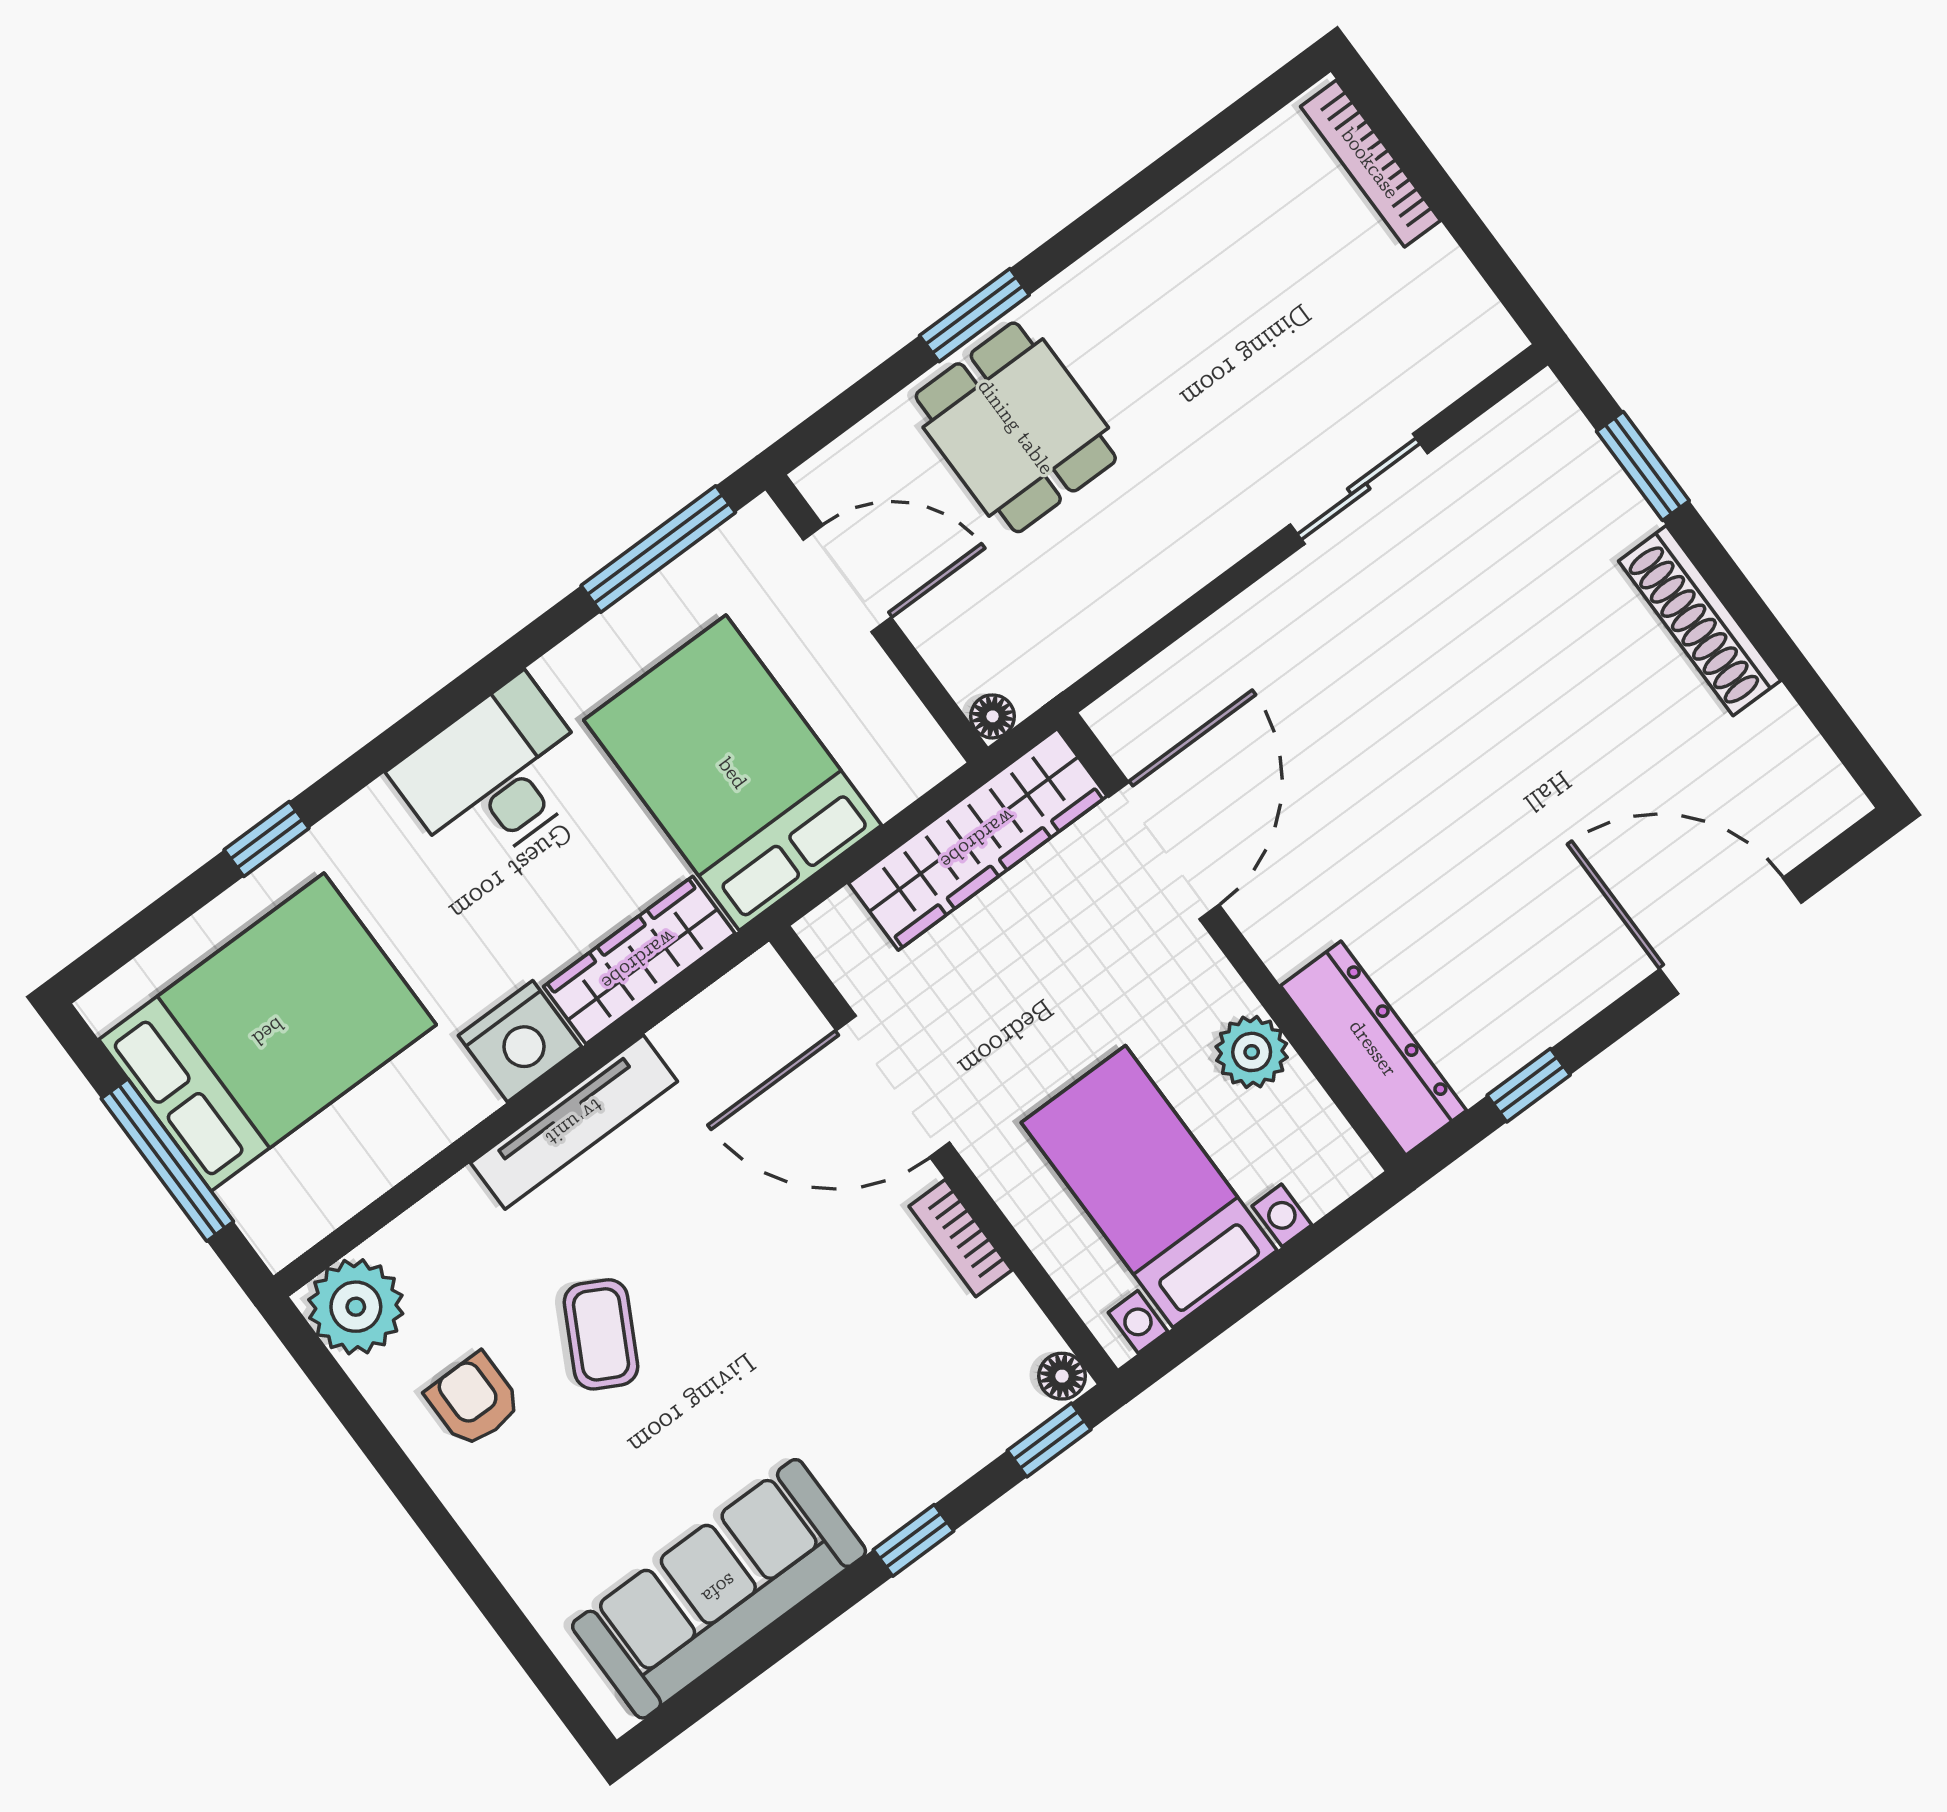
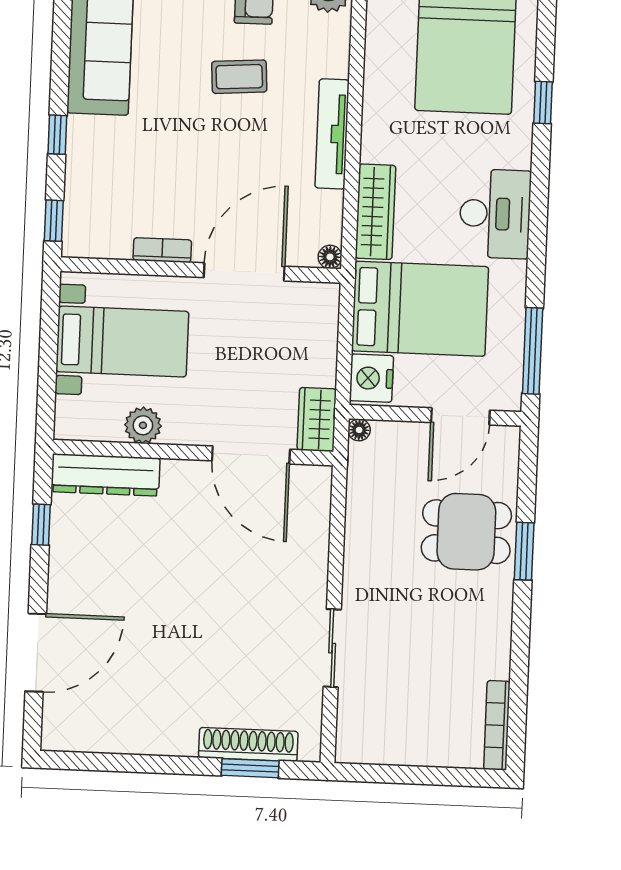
bookcase: (1370, 163) -> (497, 725), moved, turned -90
shoe rack: (1700, 621) -> (248, 744), moved
wardrobe: (978, 839) -> (317, 419), width x0.48, depth x0.85
nightstand: (520, 1041) -> (371, 378), moved
coffee table: (601, 1334) -> (239, 77), turned -32
floor lamp: (1062, 1376) -> (330, 257), moved

